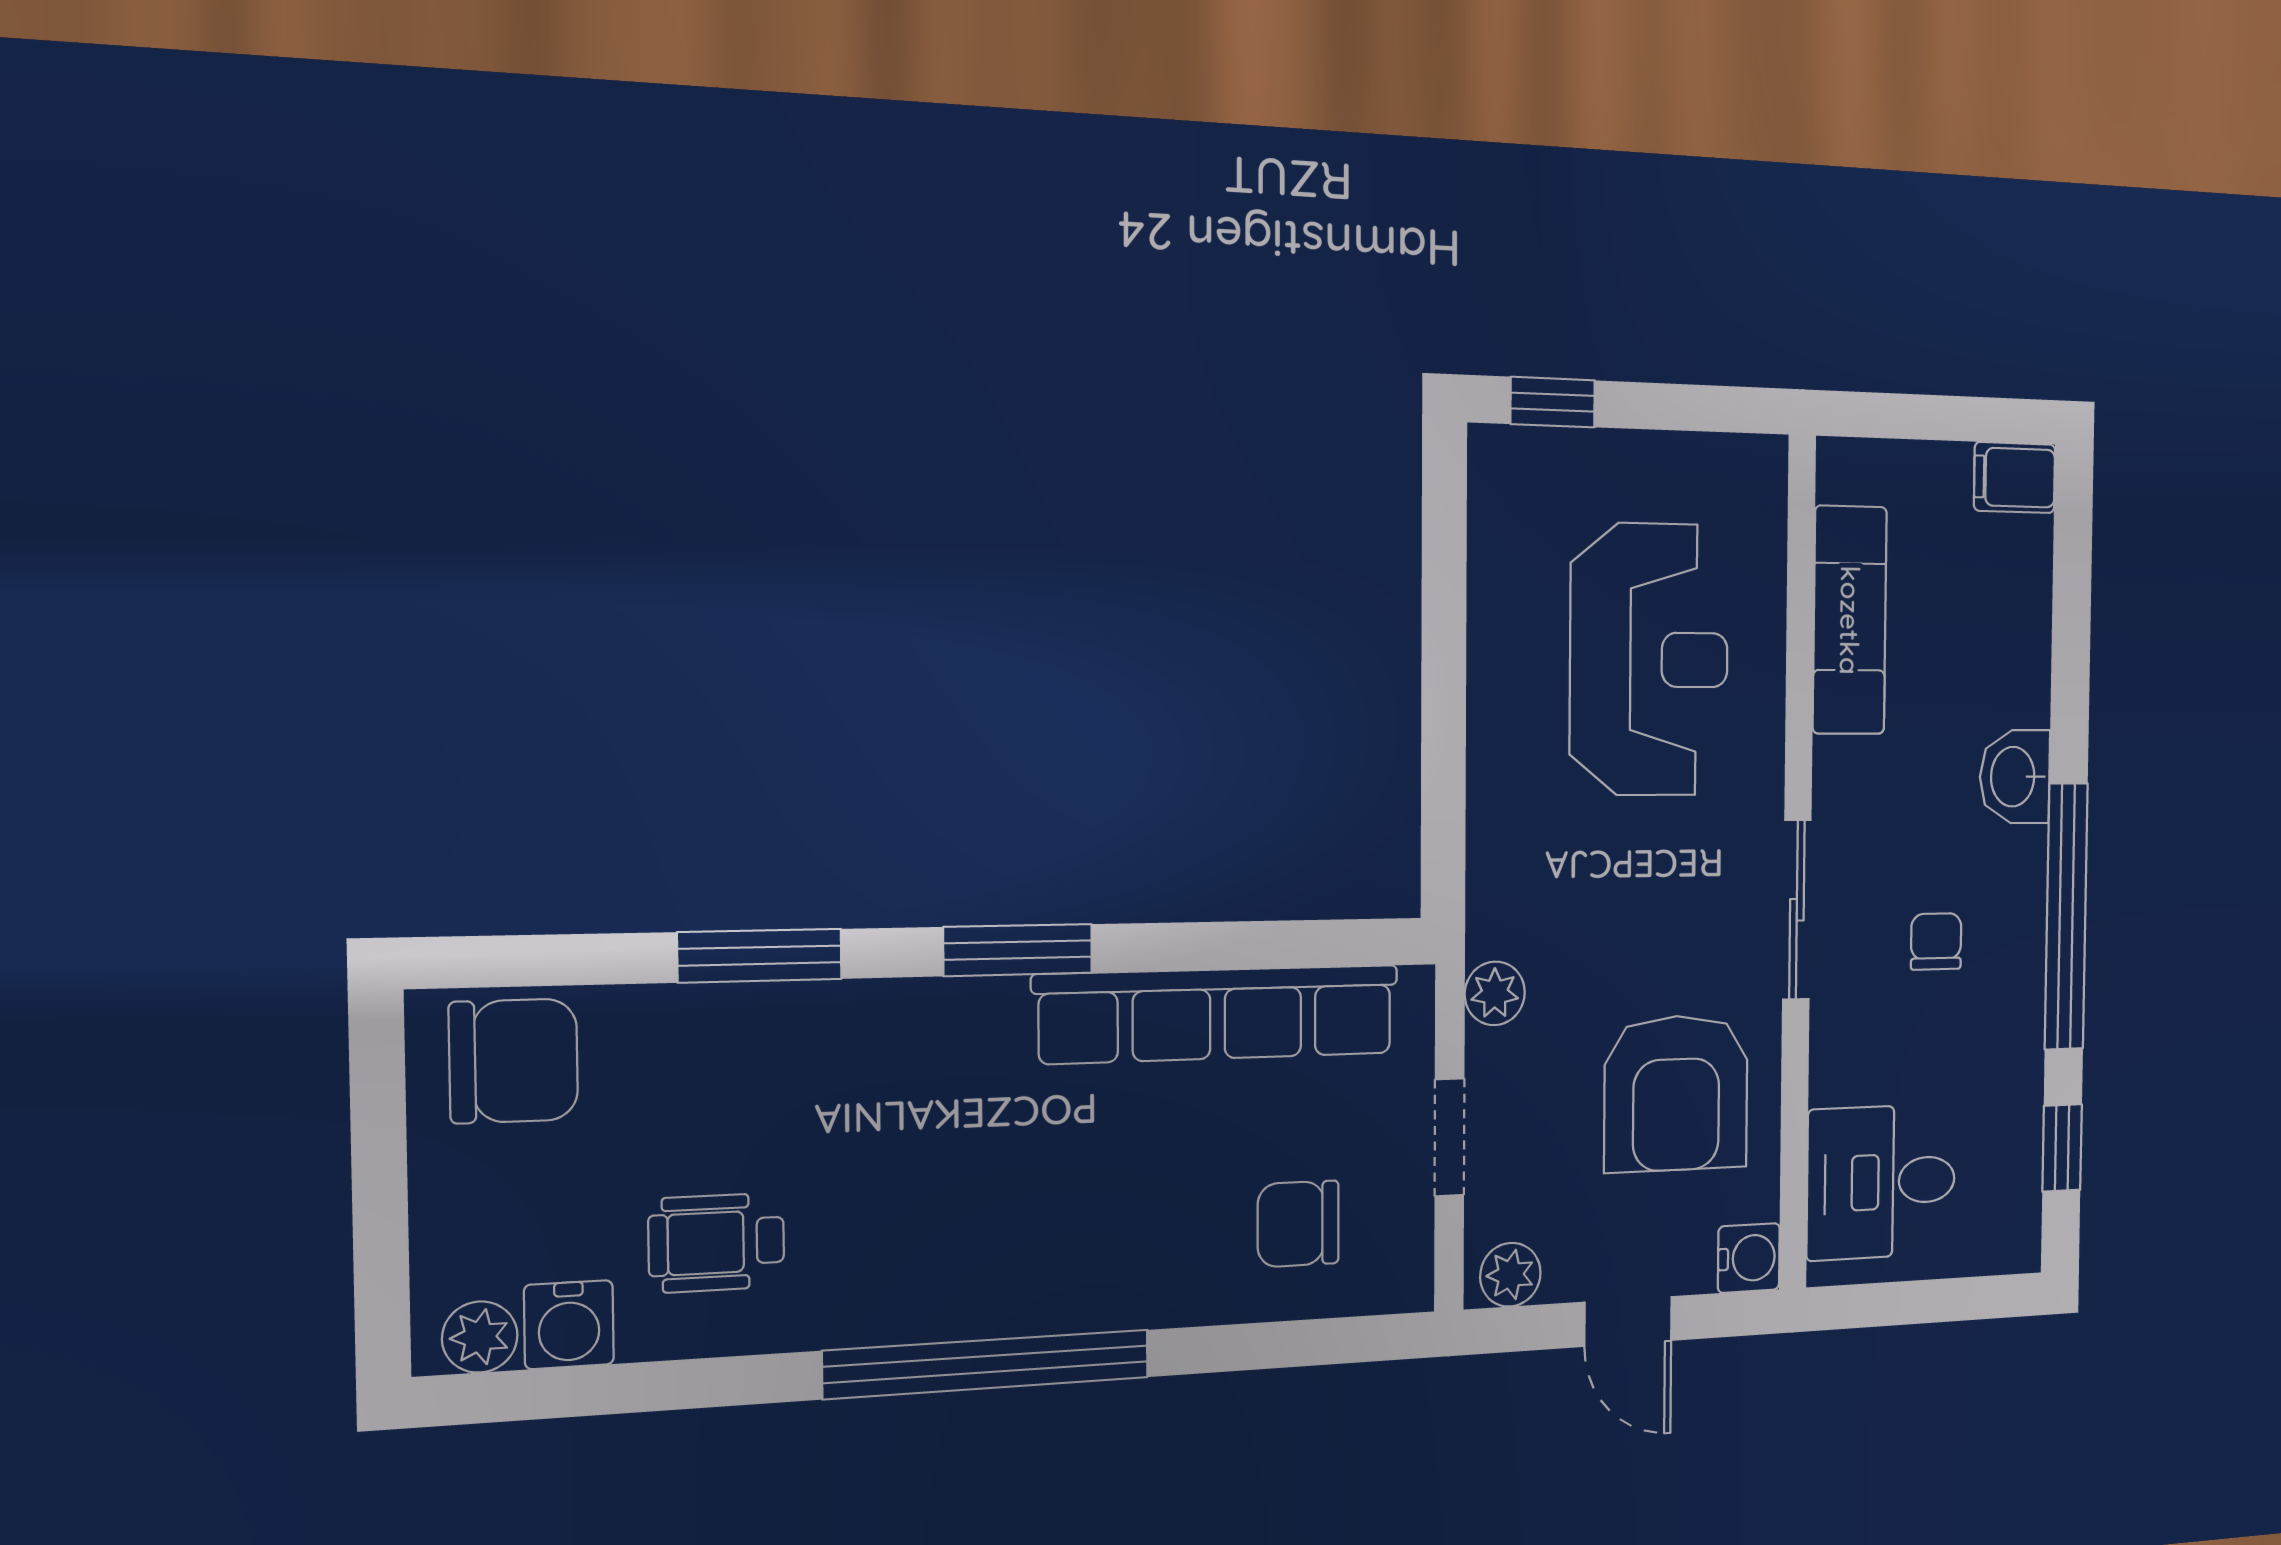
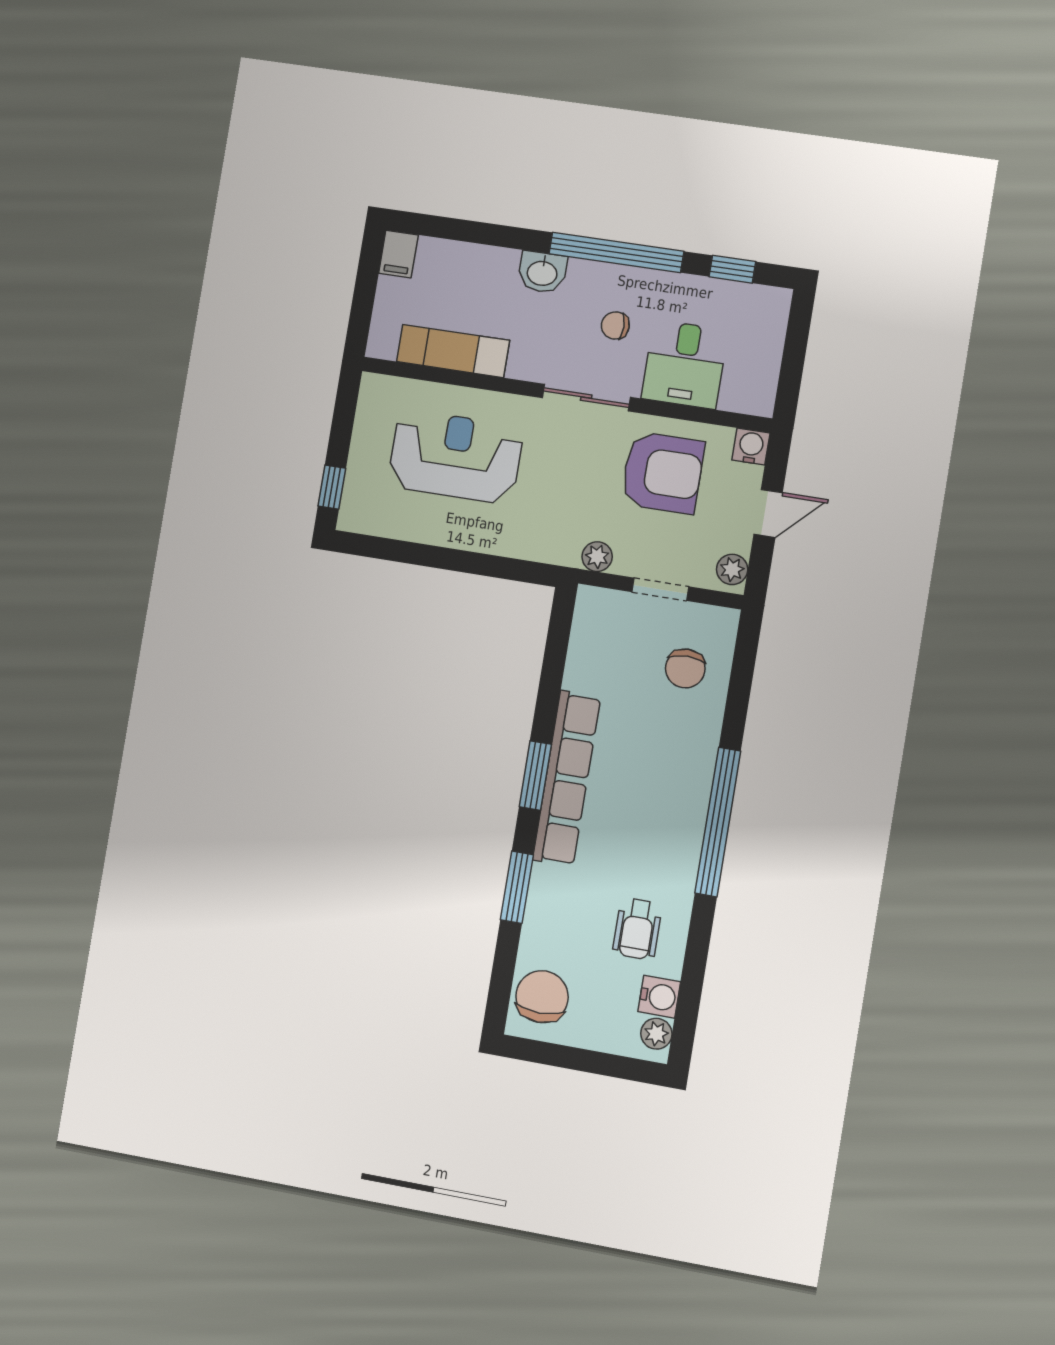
row of seats: (1217, 1014) -> (567, 778), moved
desk: (1881, 1182) -> (685, 364), moved

